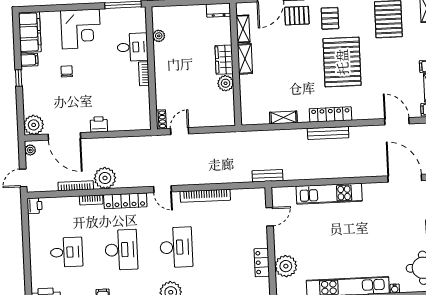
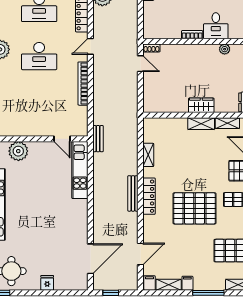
plant: (226, 83) -> (181, 106), removed
kitchen unit: (329, 194) -> (80, 170), moved
locker: (262, 263) -> (22, 130), removed

